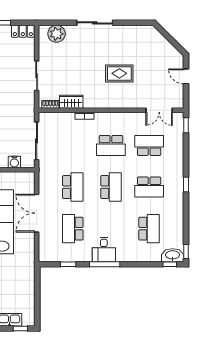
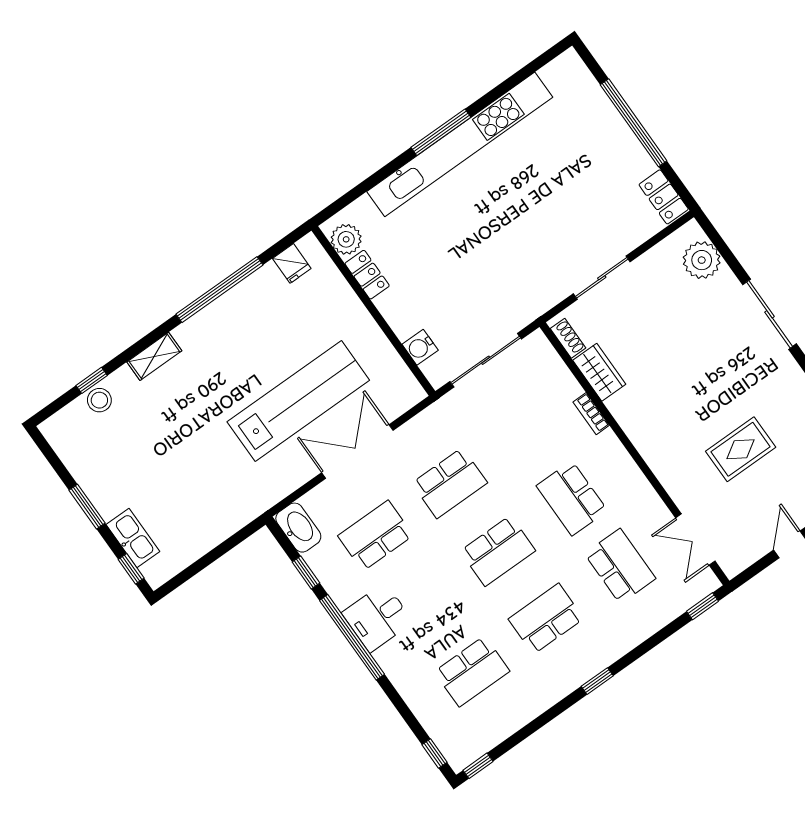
rug: (119, 73) -> (741, 449), moved, turned 90
school desk: (149, 187) -> (546, 619), turned 90
washbasin: (173, 255) -> (298, 528), moved
window: (105, 264) -> (352, 637), width x1.46

